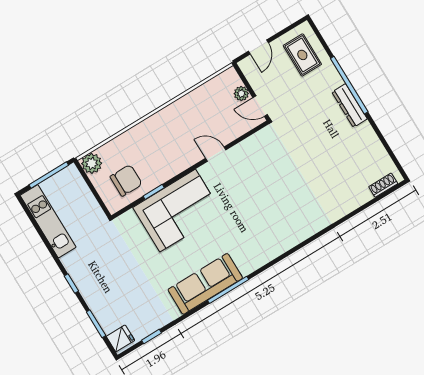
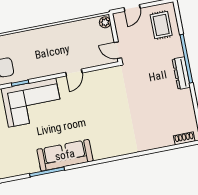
plant: (241, 93) -> (105, 22), moved
door: (216, 154) -> (74, 73), swing flipped
sofa: (205, 284) -> (65, 155), moved

